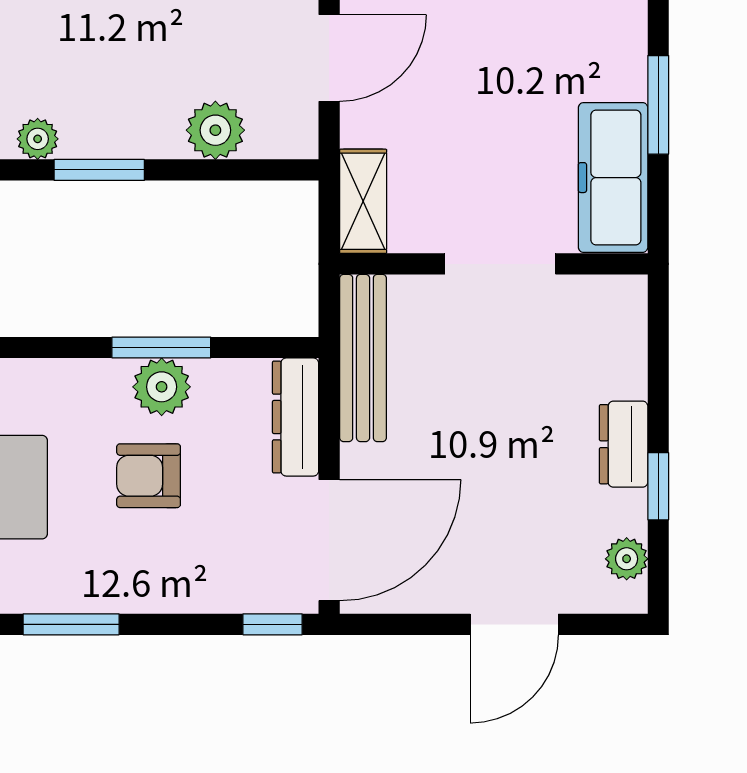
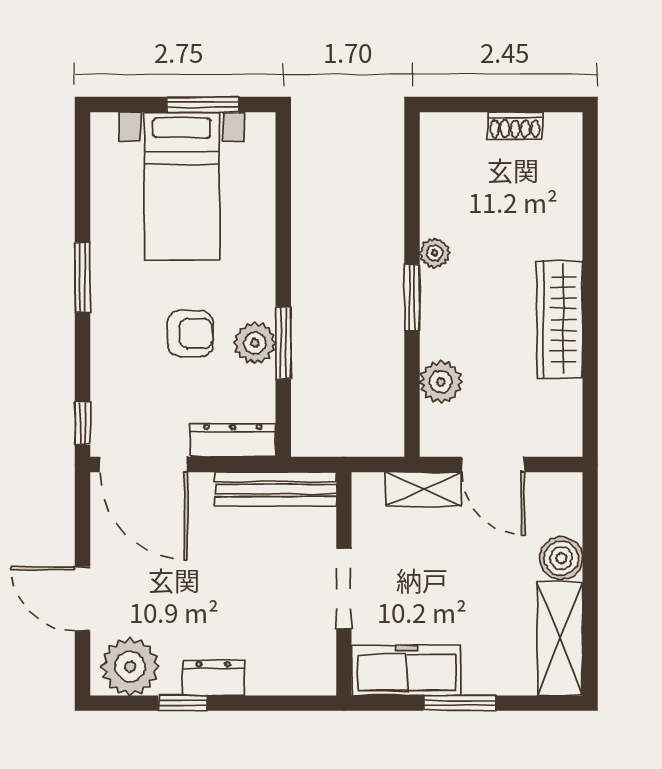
shelving: (363, 201) -> (424, 489), moved
armchair: (149, 476) -> (190, 333), turned 90
plant: (627, 559) -> (130, 667), width x1.88, depth x1.88

